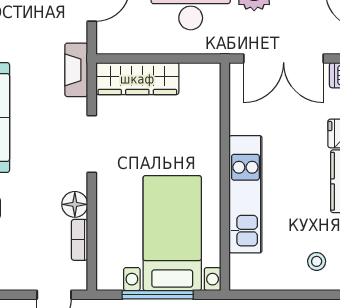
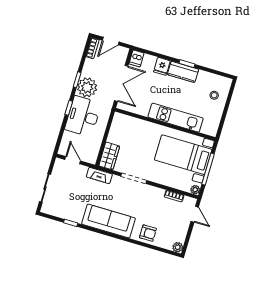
wardrobe: (137, 79) -> (109, 156), width x0.67
floor lamp: (75, 204) -> (158, 194), removed
plant: (106, 280) -> (195, 190), added

